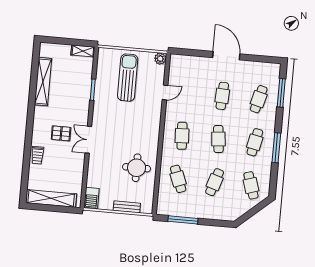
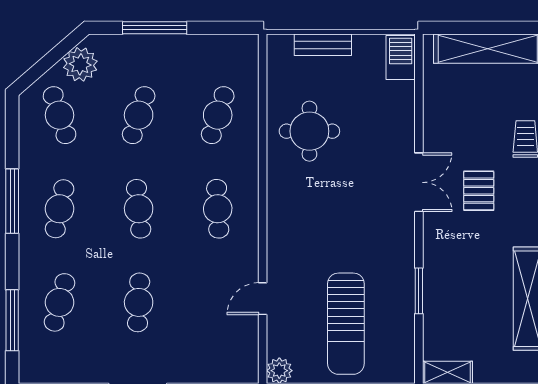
pallet: (61, 133) -> (479, 191), turned 90
cafe table: (178, 179) -> (218, 115), turned 39
plant: (239, 208) -> (80, 64), added
window: (183, 220) -> (155, 28), moved

